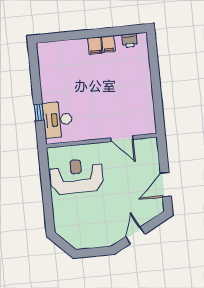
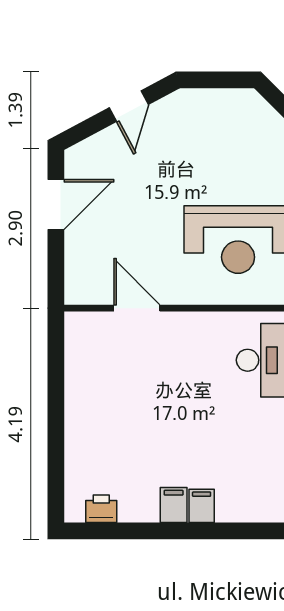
filing cabinet: (108, 44) -> (202, 506), moved

